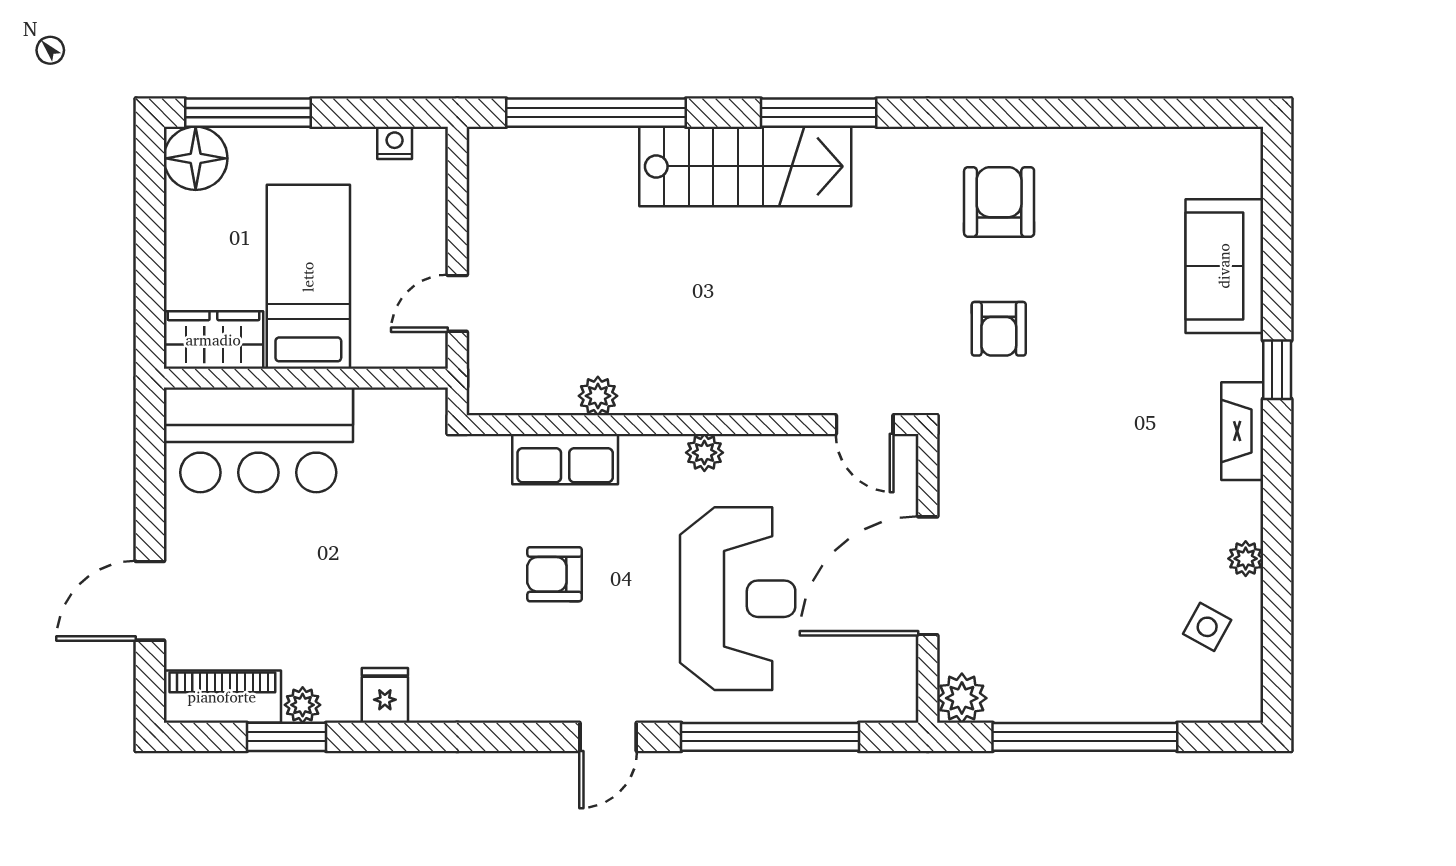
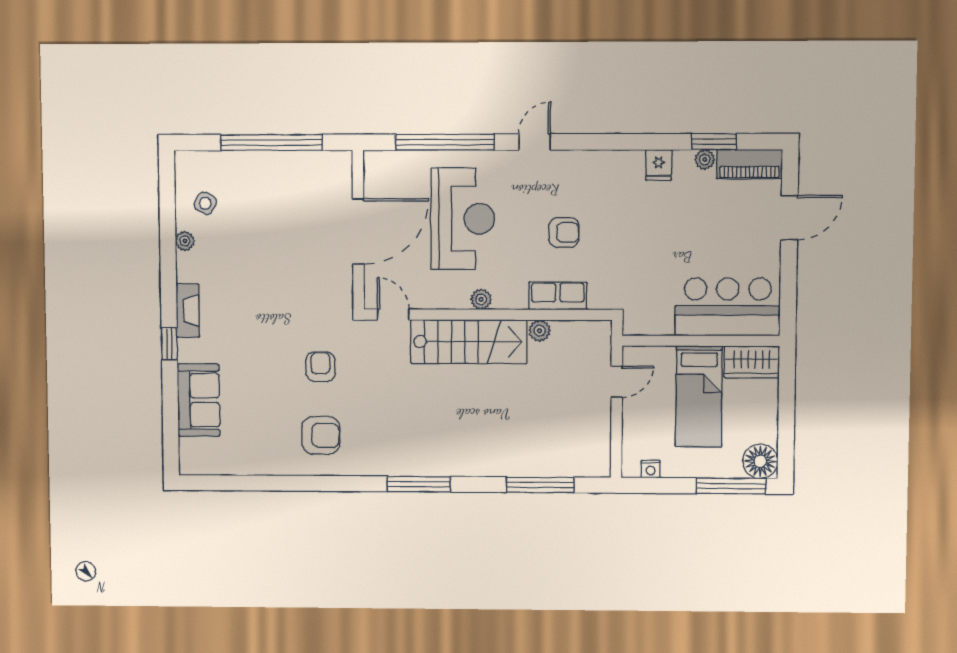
window: (596, 113) -> (540, 485), width x0.68
stairs: (745, 166) -> (469, 342), moved, turned 180
armchair: (999, 202) -> (321, 435), turned -90
reception desk: (738, 599) -> (463, 219), turned 180
plant: (962, 698) -> (339, 164), removed

